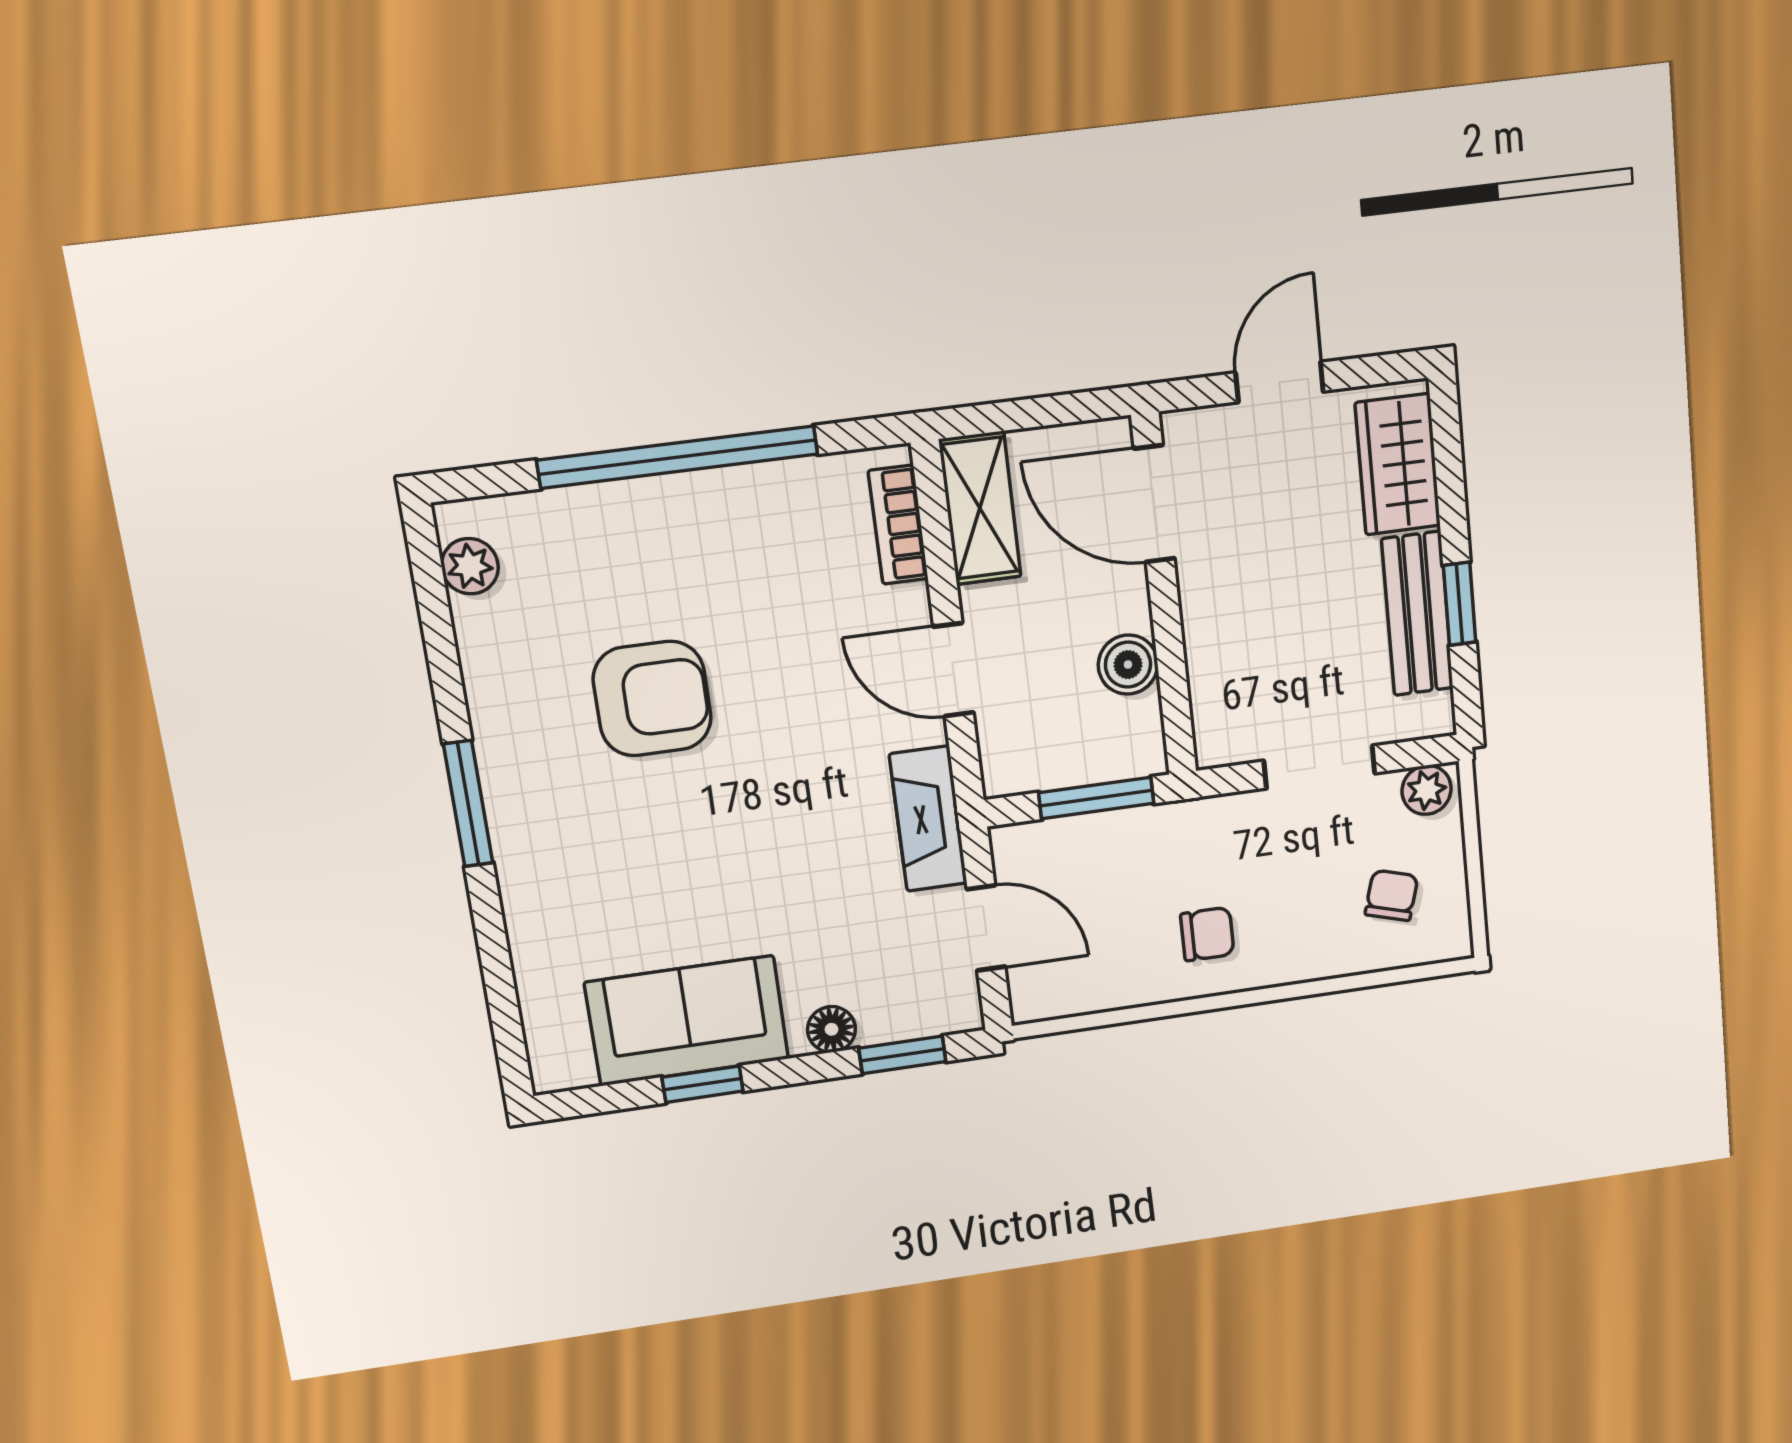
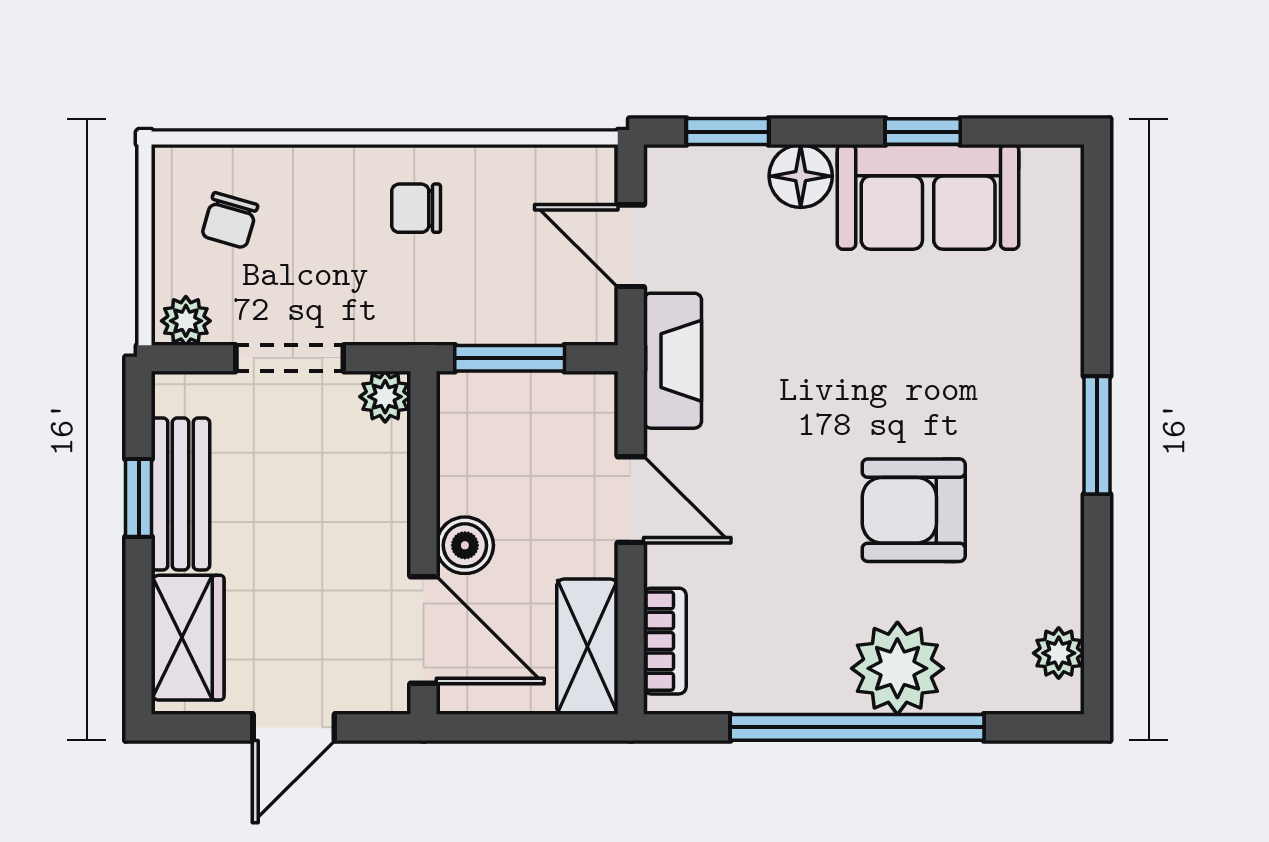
plant: (644, 527) -> (897, 668), added
boiler: (1128, 665) -> (465, 545), moved
plant: (1219, 741) -> (385, 397), added
floor lamp: (831, 1029) -> (801, 176), width x1.37, depth x1.37

